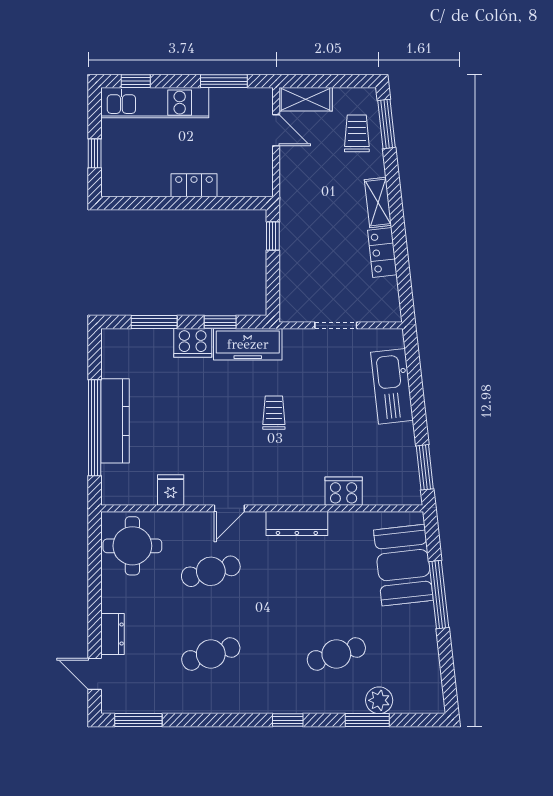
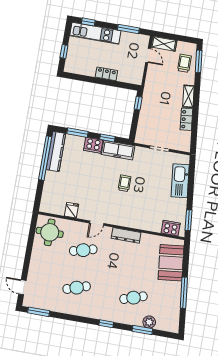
kitchen counter: (115, 421) -> (56, 152), moved
window: (95, 428) -> (45, 158), moved
cooker: (344, 491) -> (171, 228), moved
window: (439, 595) -> (184, 293), moved
dresser: (113, 634) -> (34, 271), removed

